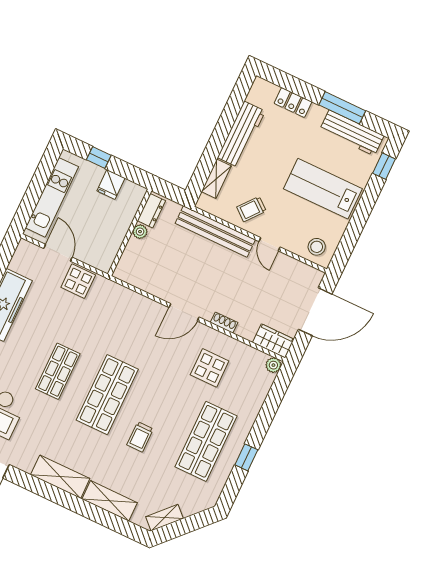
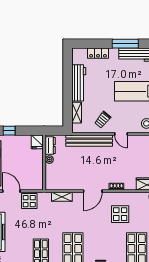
fridge: (111, 184) -> (37, 142), moved
shelving: (132, 299) -> (62, 197), added

